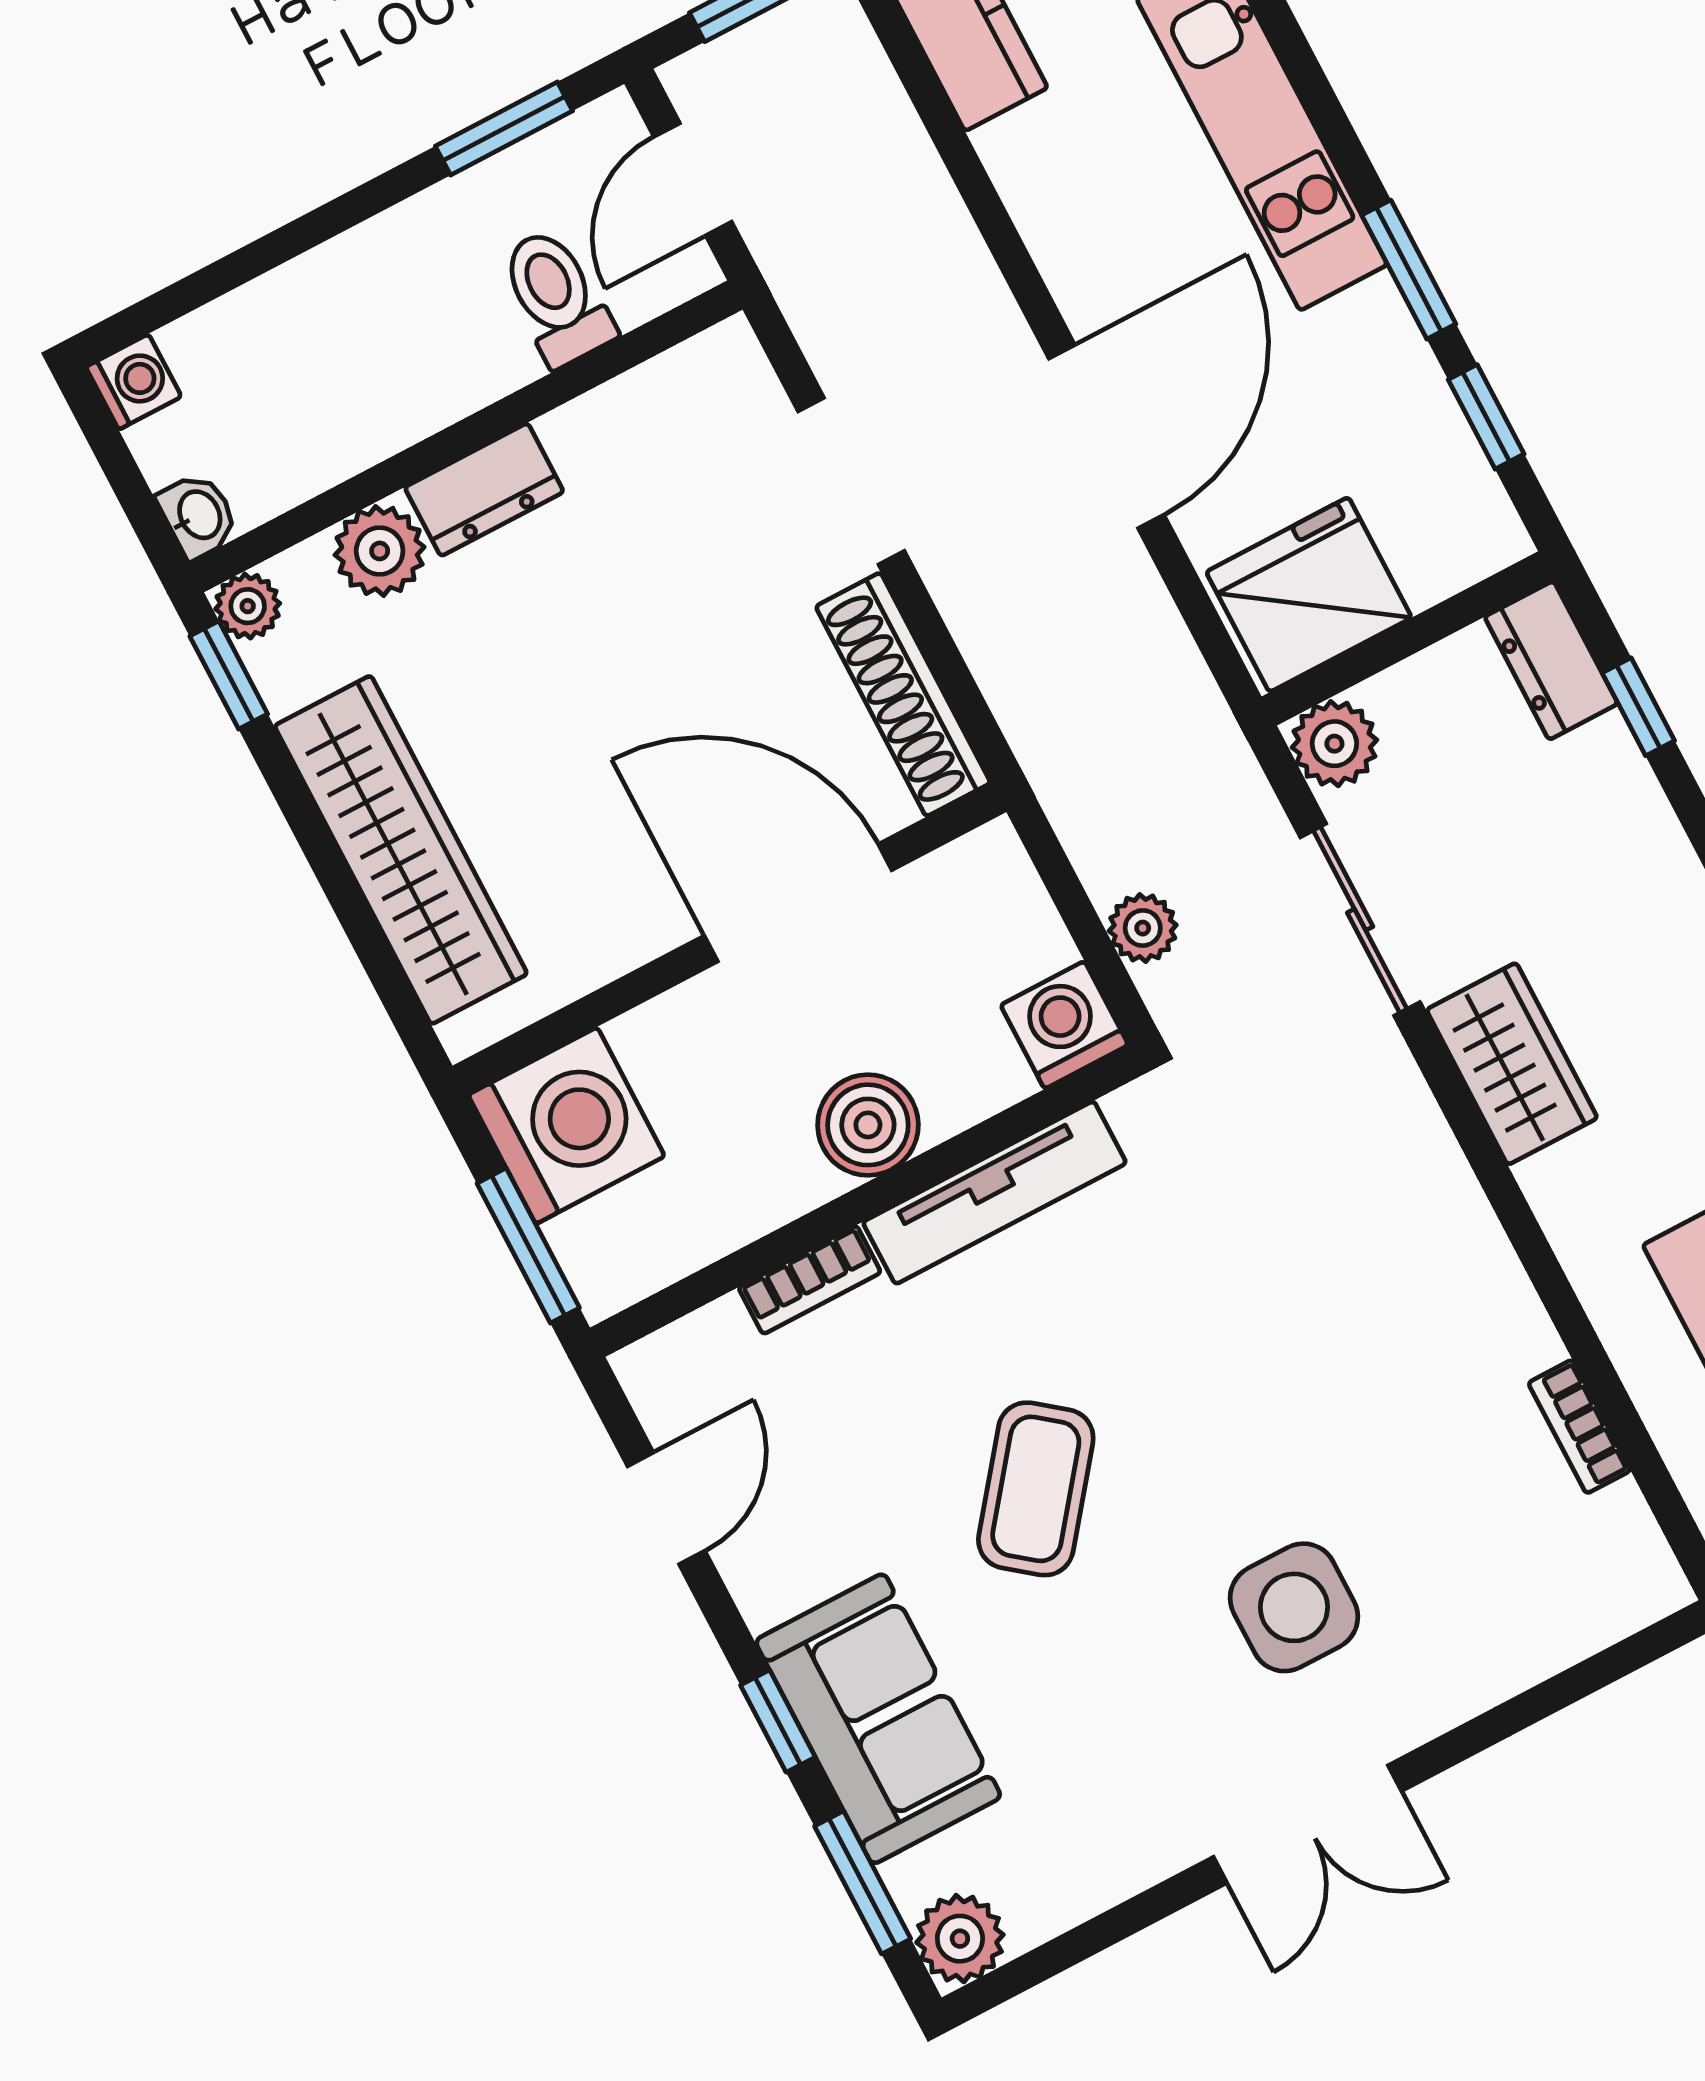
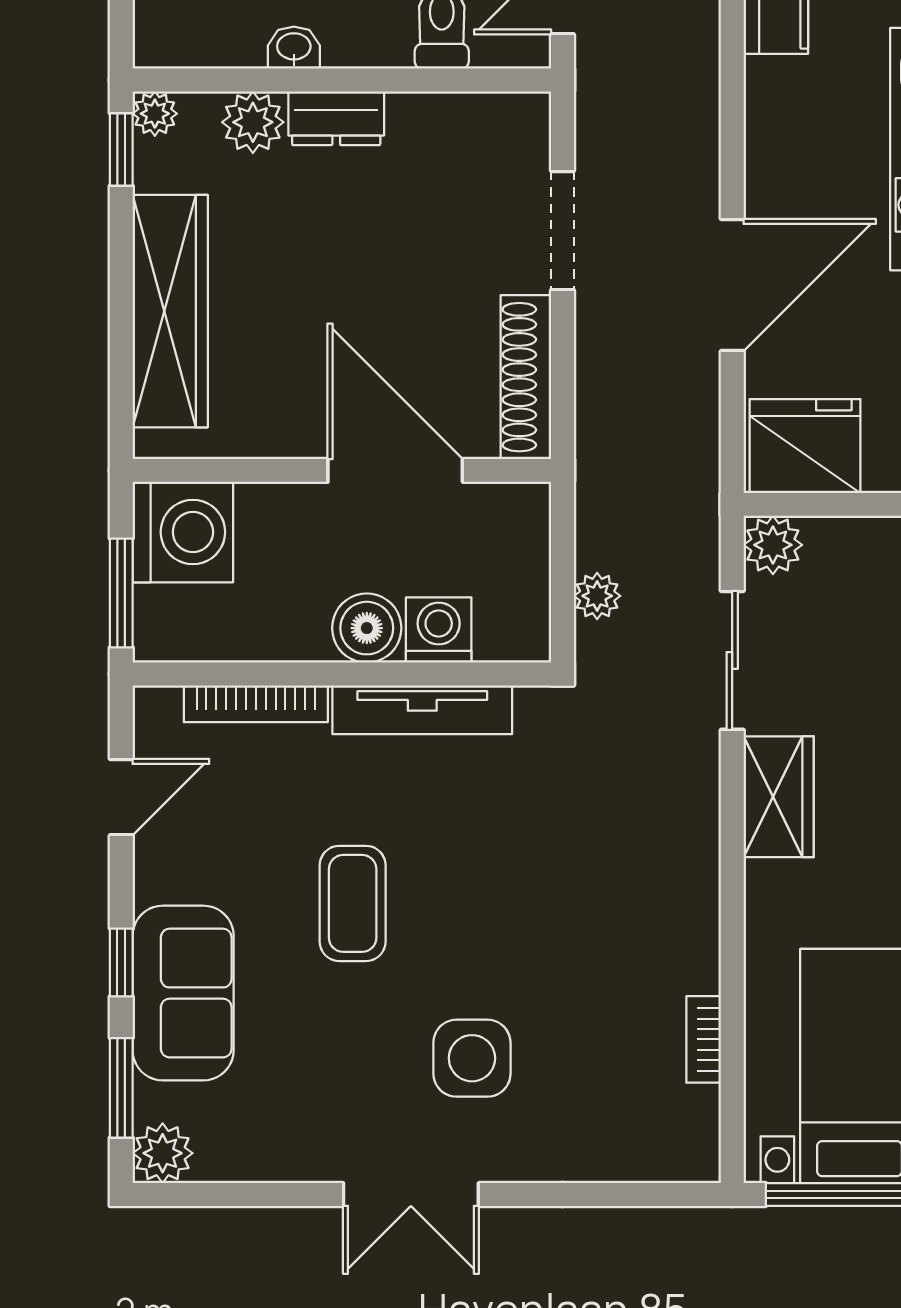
washbasin: (198, 516) -> (294, 48), moved, turned -90
washing machine: (1064, 1025) -> (439, 630), moved
bookcase: (810, 1280) -> (256, 704), width x1.56
coffee table: (1036, 1489) -> (353, 903), turned -38

